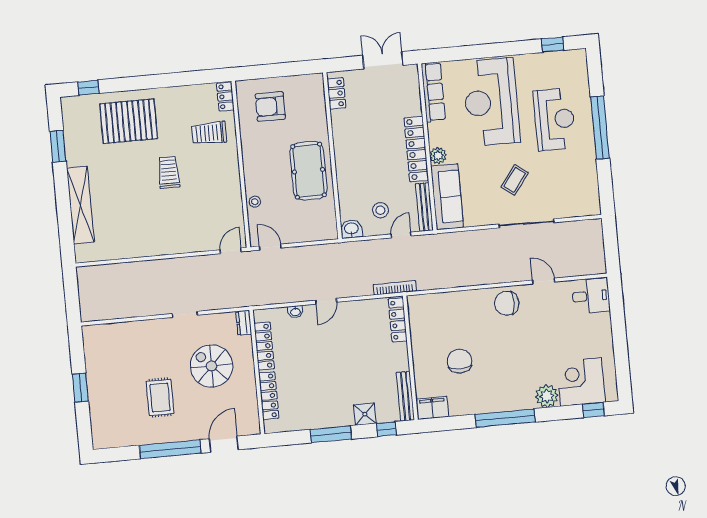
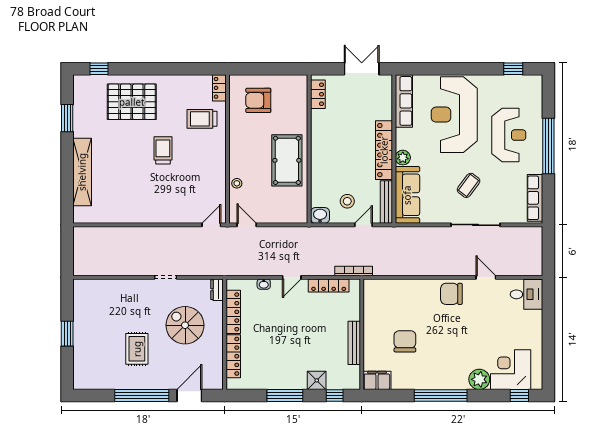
row of seats: (590, 187) -> (535, 198), added
locker: (398, 320) -> (329, 285), moved, turned -90
bench: (405, 396) -> (354, 343), moved

